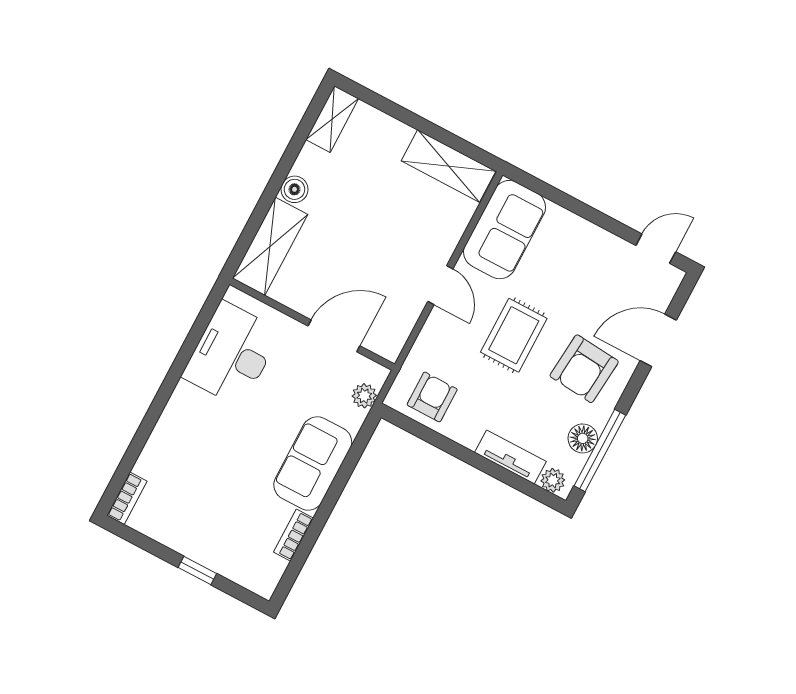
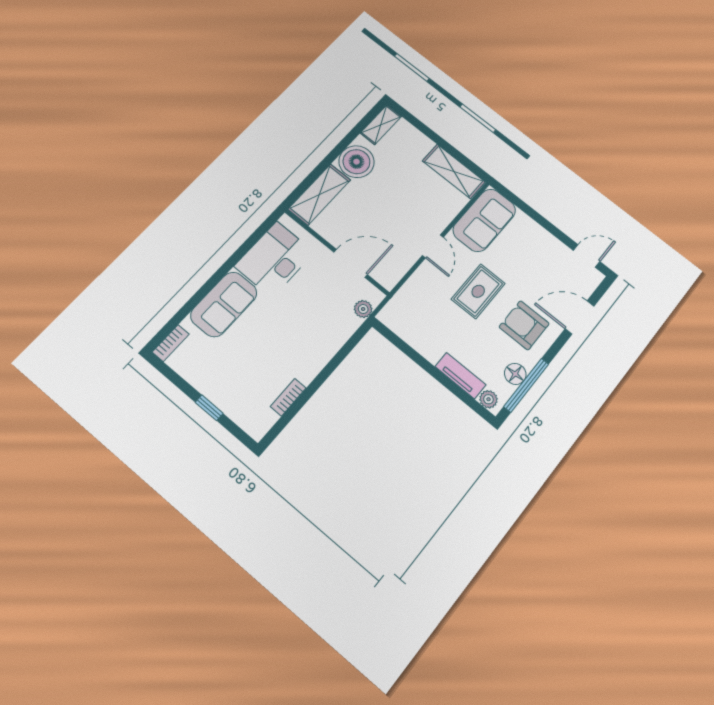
boiler: (294, 189) -> (356, 162), width x1.86, depth x1.86
armchair: (584, 369) -> (524, 325), turned 85
armchair: (432, 397) -> (412, 321), removed
sofa: (313, 463) -> (224, 304), moved, turned 180

